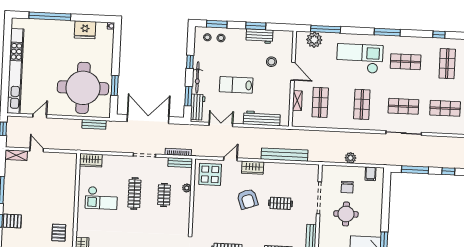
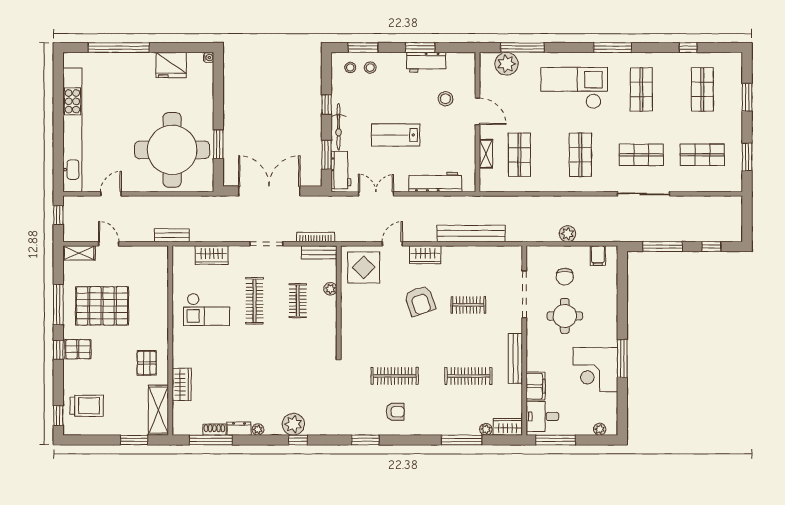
shop shelf: (406, 62) -> (641, 89), turned 90
bench: (94, 124) -> (172, 235), moved
wardrobe: (91, 160) -> (212, 255), moved
pallet: (30, 192) -> (102, 306), added

